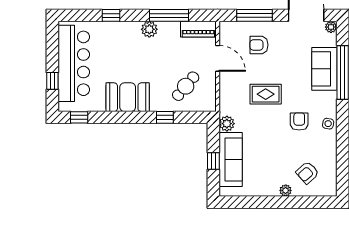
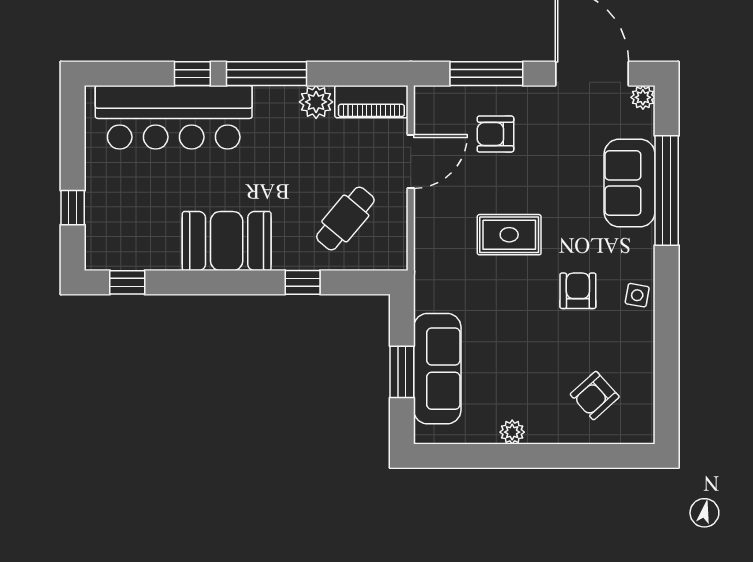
window: (169, 15) -> (267, 74), moved
plant: (149, 29) -> (316, 102), moved
door: (218, 58) -> (411, 161), hinge flipped
bar counter: (74, 63) -> (174, 117), moved, turned 90
plant: (227, 124) -> (430, 295), removed
window: (213, 161) -> (402, 372), width x1.50
plant: (286, 190) -> (512, 432), moved

